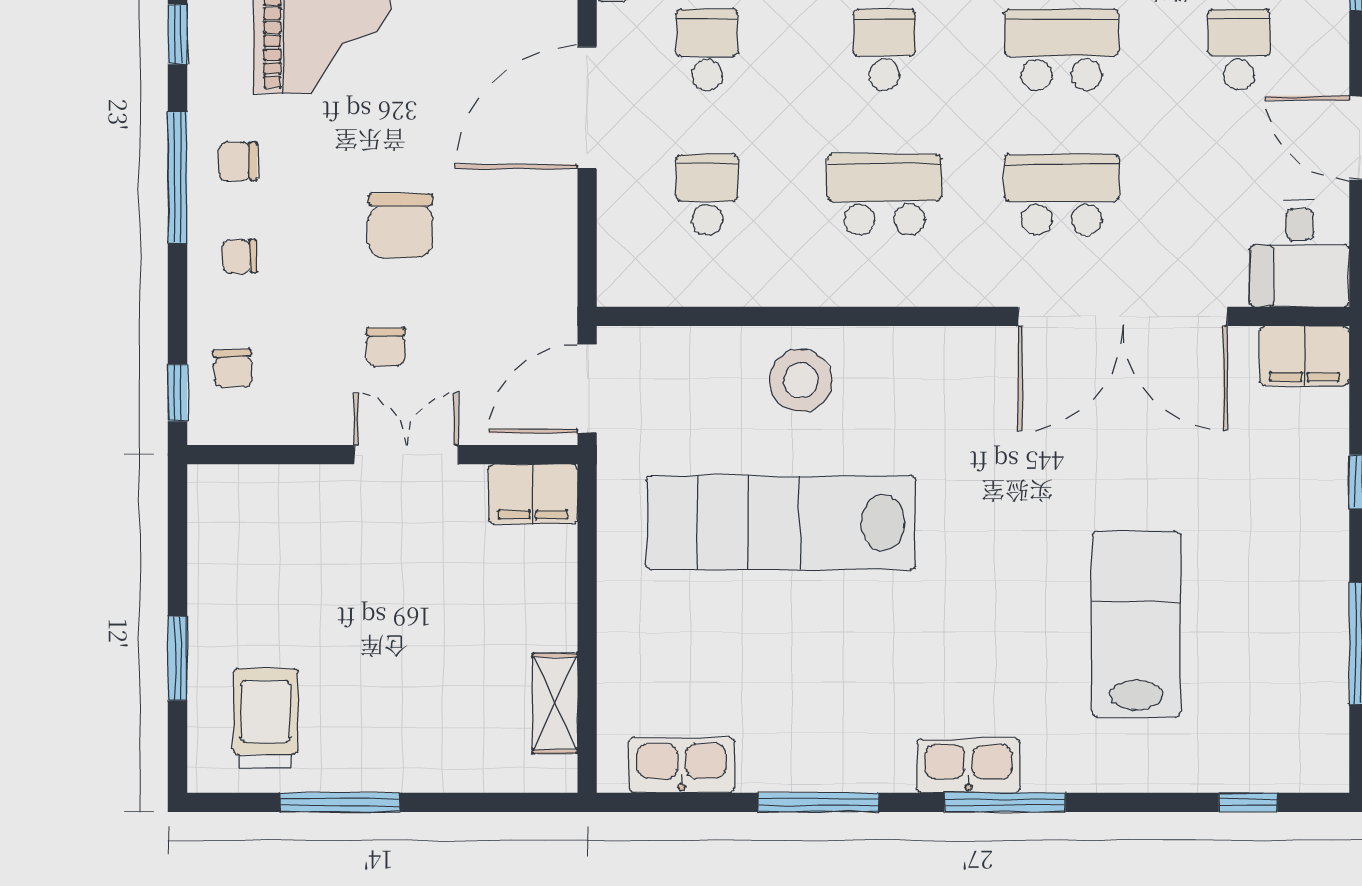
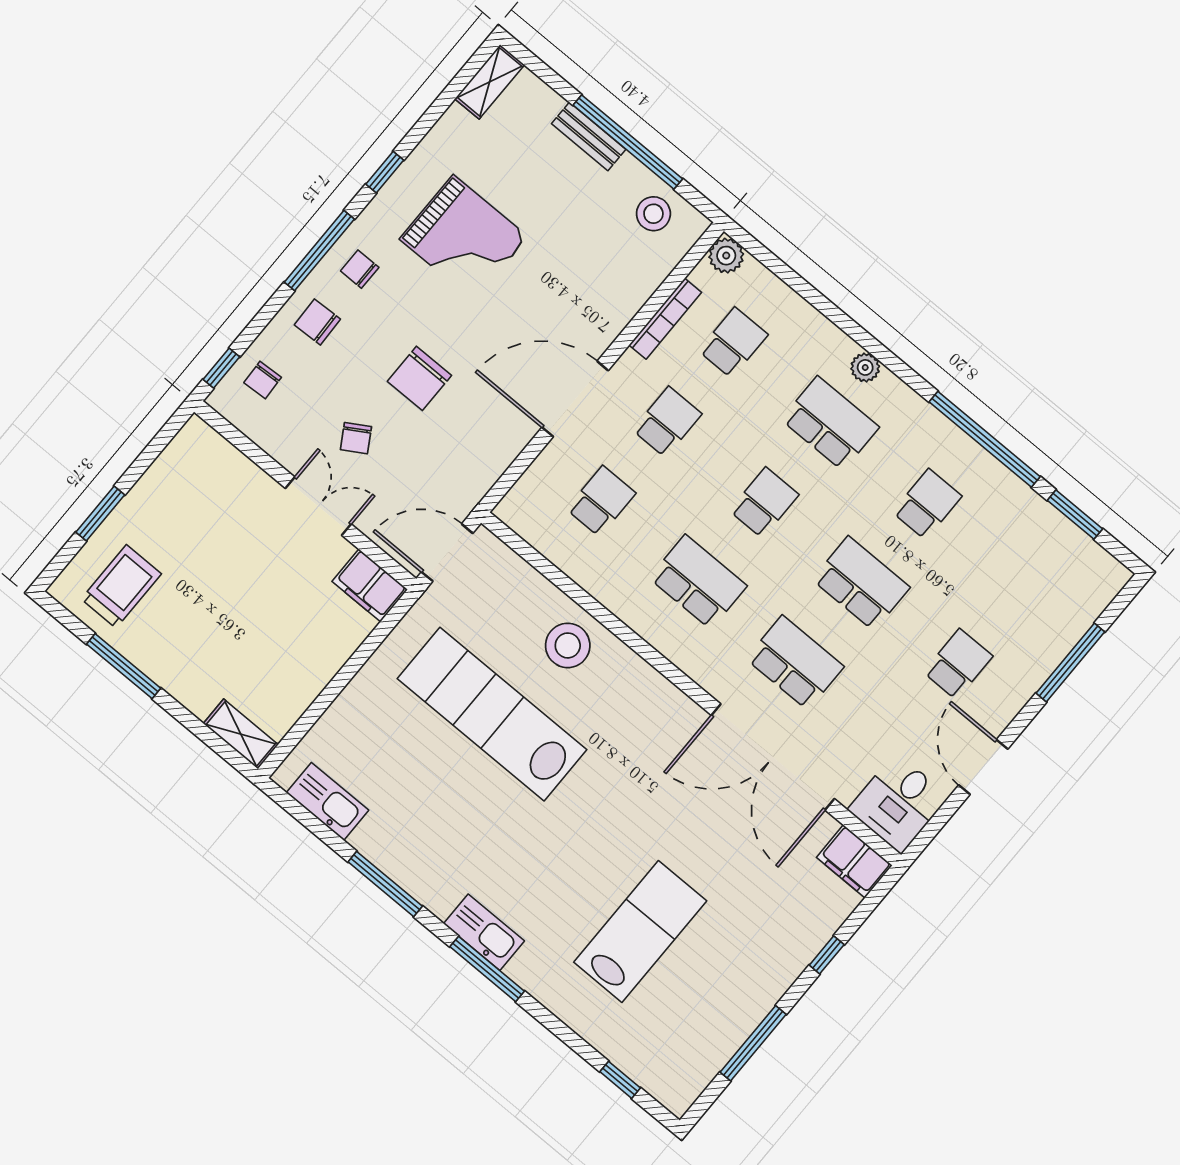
chair: (240, 256) -> (317, 322), width x1.37, depth x1.37
chair: (386, 347) -> (356, 438), turned -31
shelving: (555, 703) -> (241, 734), moved, turned 90

